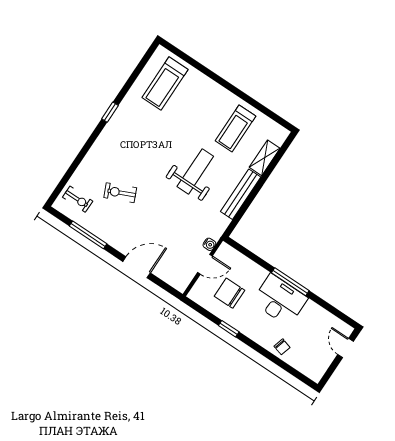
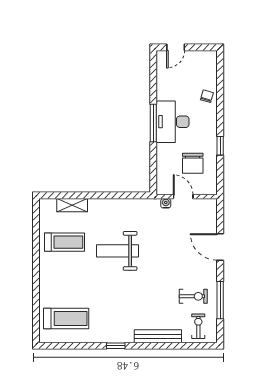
exercise bike: (120, 193) -> (193, 296), moved, turned -66
bench: (241, 194) -> (158, 336), moved

